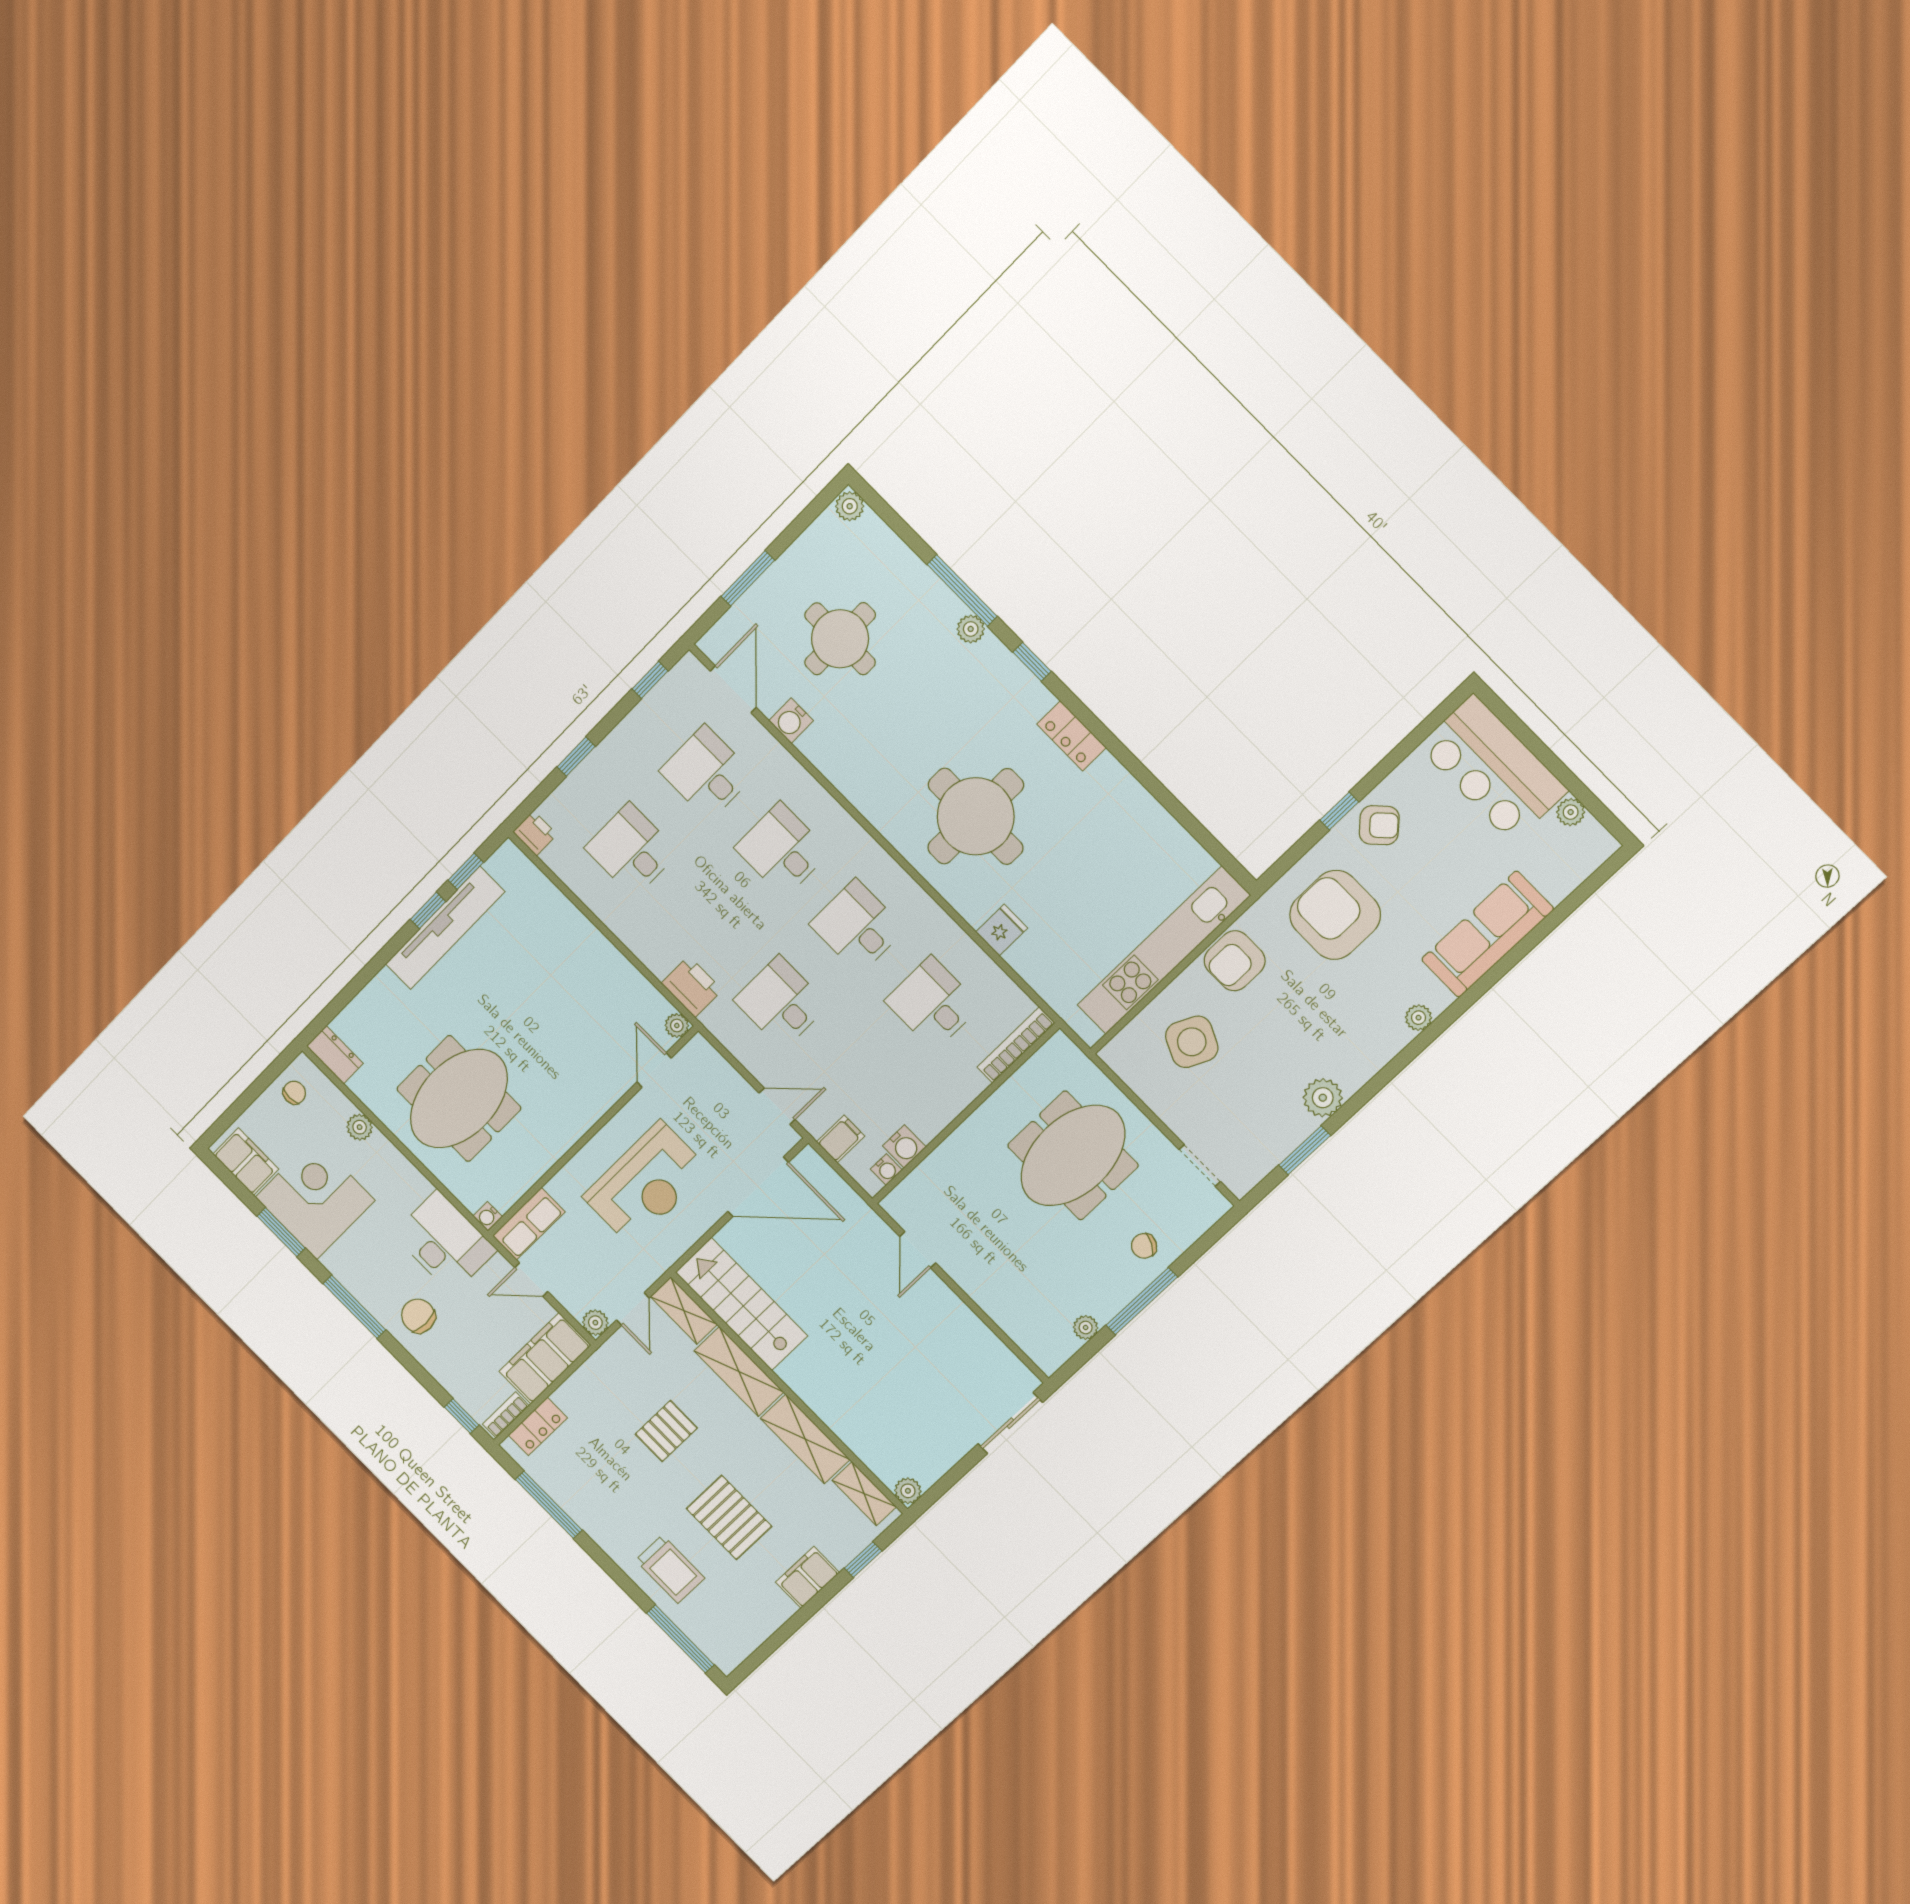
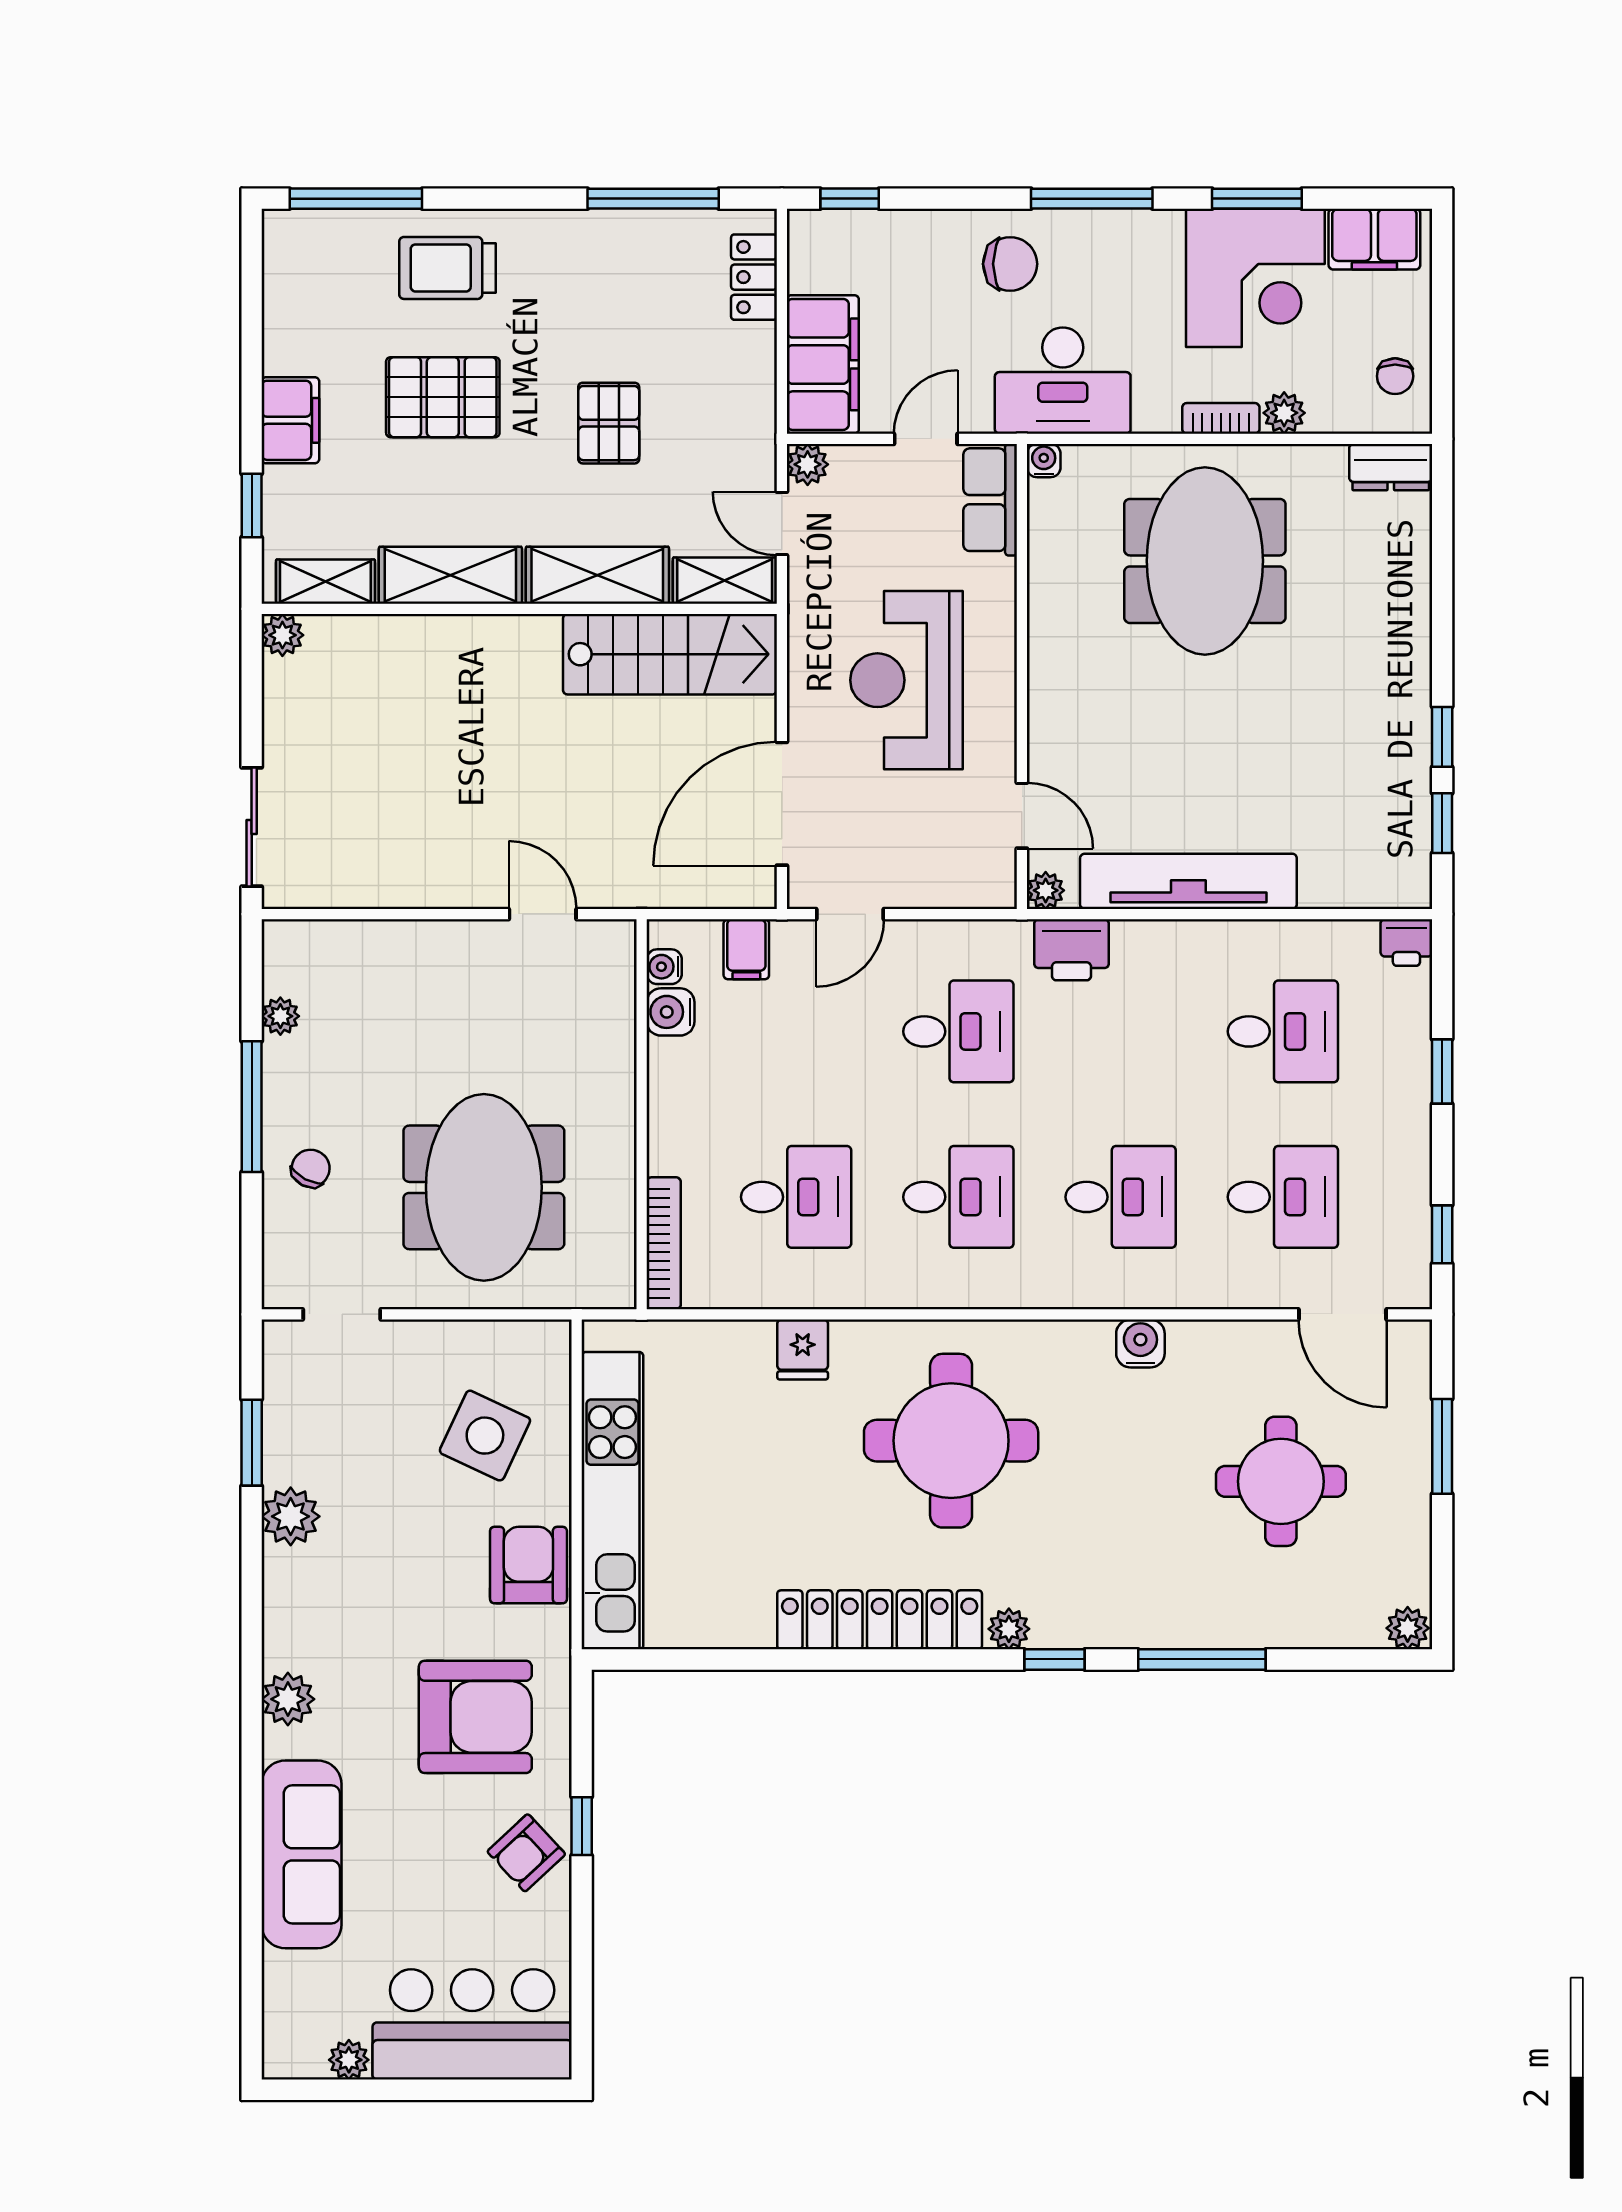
plant: (971, 629) -> (1009, 1629), moved
water cooler: (791, 721) -> (1140, 1343), moved
locker: (1072, 736) -> (880, 1620), width x2.16, depth x1.21
tv unit: (445, 928) -> (1188, 881), moved, turned 90
plant: (1419, 1018) -> (288, 1699), width x1.38, depth x1.38
bookcase: (506, 1415) -> (1221, 418), moved, turned -90

